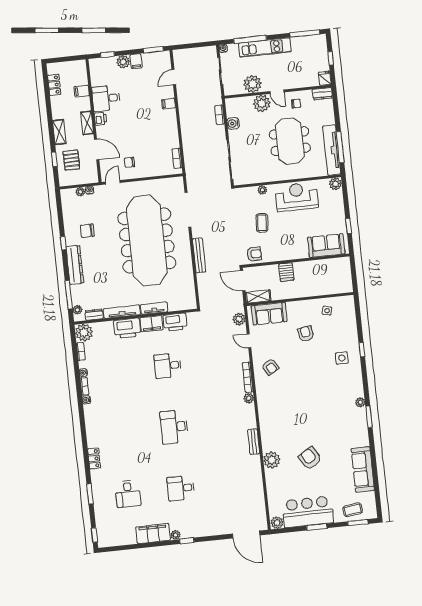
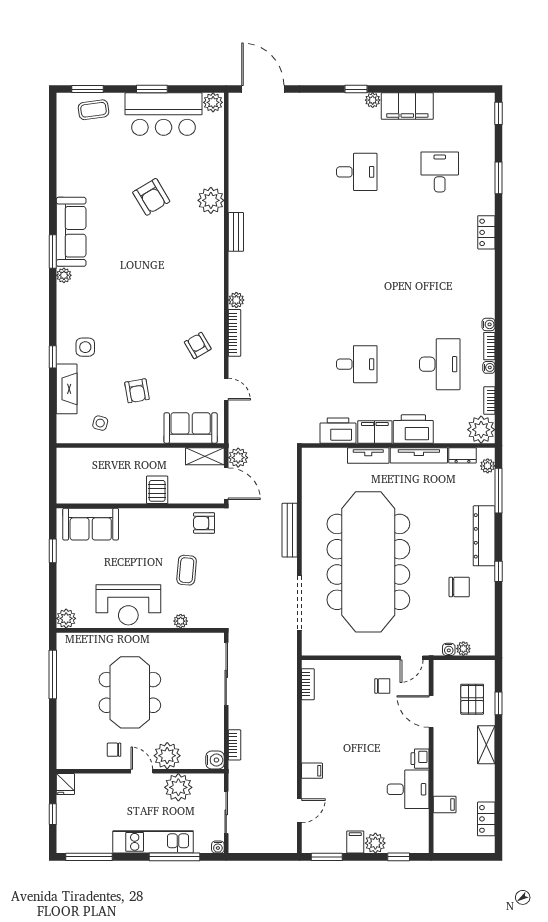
dresser: (322, 94) -> (72, 761), removed
shelving: (87, 123) -> (441, 754), removed
water cooler: (233, 123) -> (215, 760), moved
tv unit: (332, 150) -> (66, 671), removed
plant: (239, 319) -> (238, 458), moved
fireplace: (351, 330) -> (67, 389), added
desk: (174, 427) -> (440, 364), moved
sofa: (363, 469) -> (71, 232), moved

